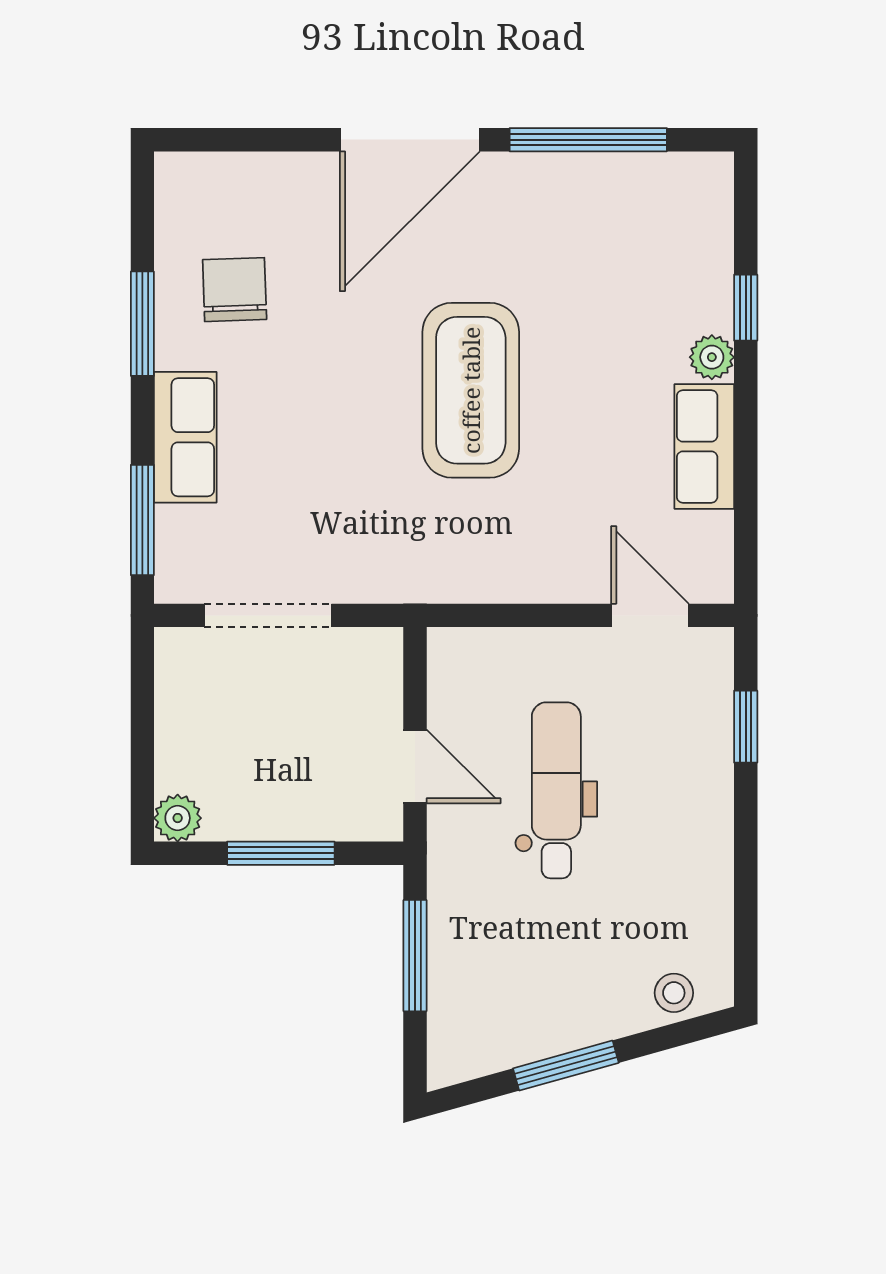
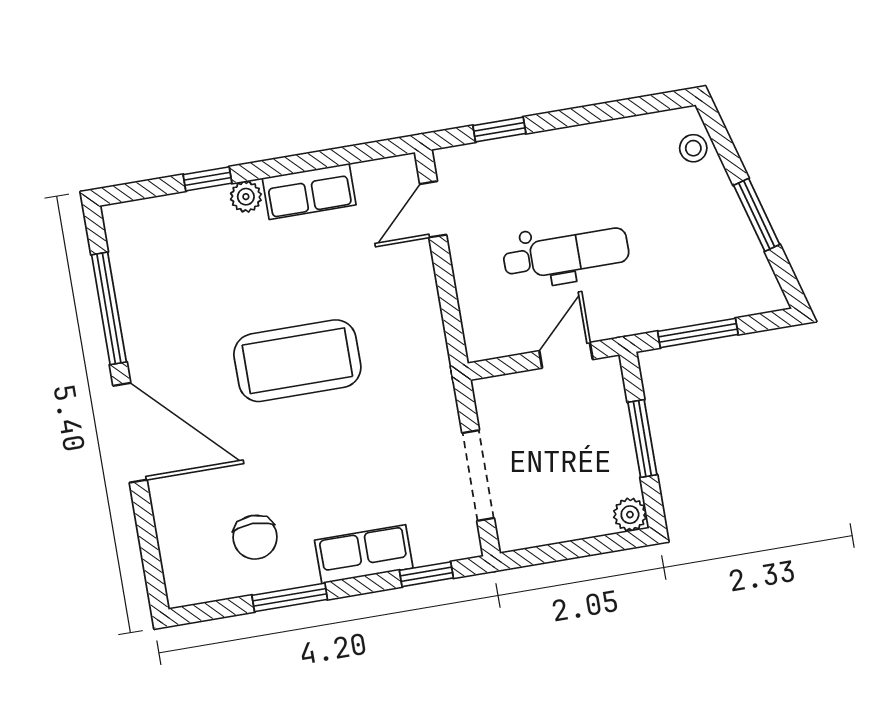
chair: (235, 290) -> (255, 537), turned -88
window: (142, 520) -> (426, 574), width x0.67
dental chair: (556, 790) -> (566, 254), turned 180

